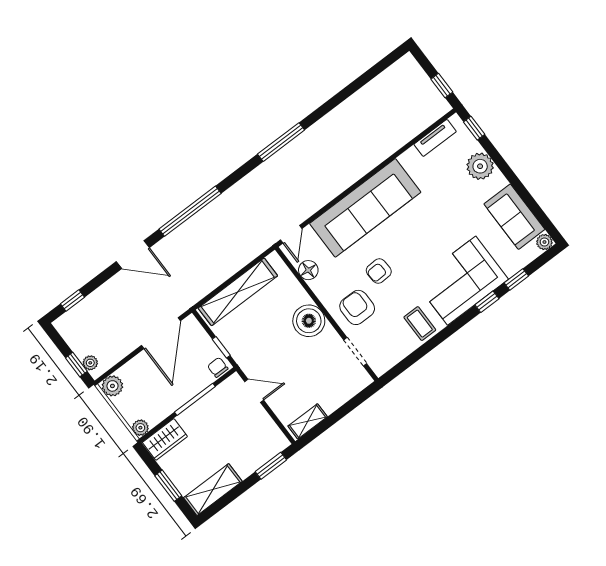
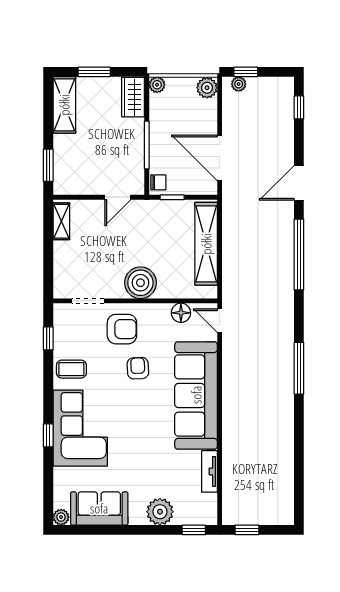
tv unit: (435, 138) -> (209, 471), moved
window: (516, 279) -> (48, 338), moved

